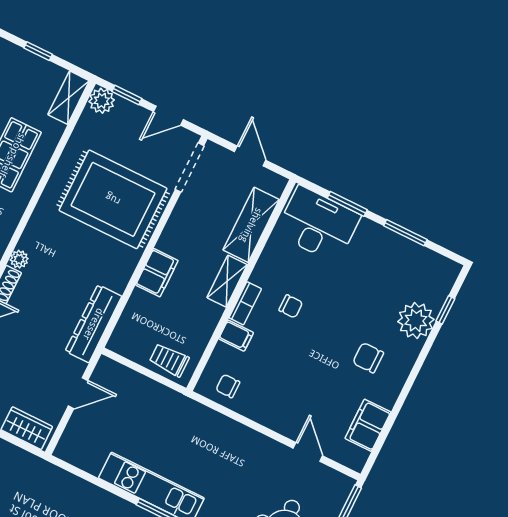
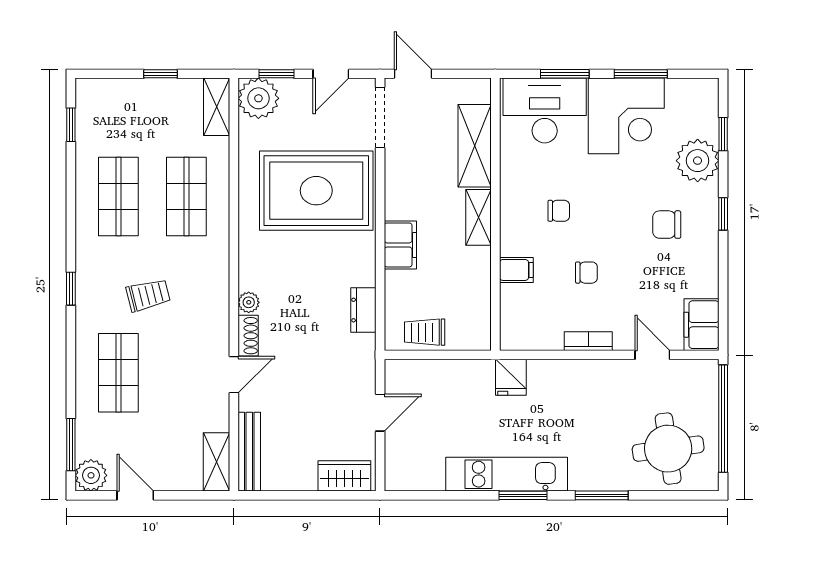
plant: (102, 101) -> (258, 98), width x1.36, depth x1.36
door: (250, 156) -> (413, 74), moved
corner desk: (378, 259) -> (626, 116), added
bookcase: (245, 303) -> (588, 341), moved, turned -90
dresser: (93, 324) -> (363, 310), width x0.51, depth x0.80
trolley: (169, 360) -> (425, 332), moved
window: (415, 371) -> (723, 214), added
chair: (228, 386) -> (586, 273), moved, turned 180
fridge: (191, 416) -> (511, 377), added
filing cabinet: (368, 425) -> (702, 325), moved

